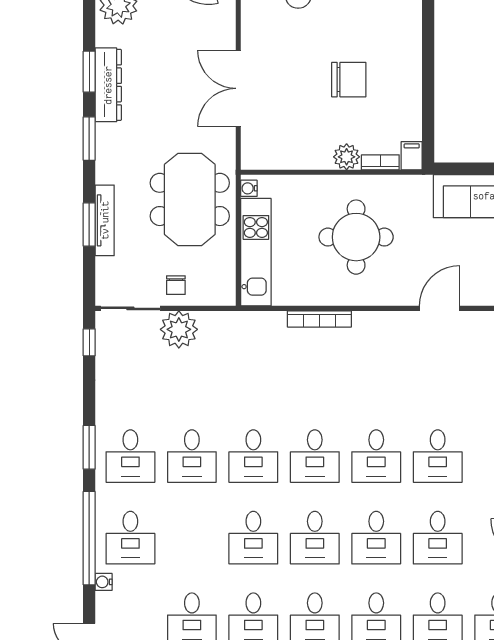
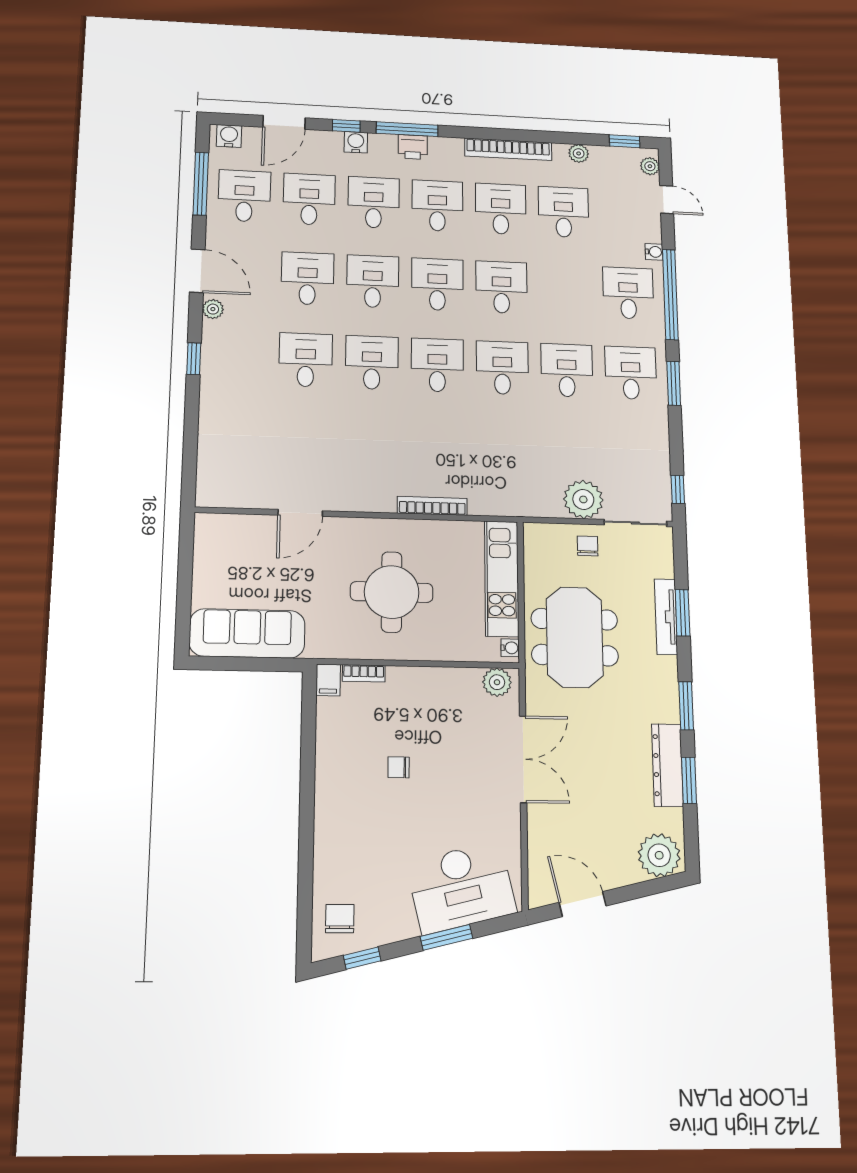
chair: (349, 80) -> (399, 767), width x0.54, depth x0.54
plant: (347, 157) -> (497, 682), moved

